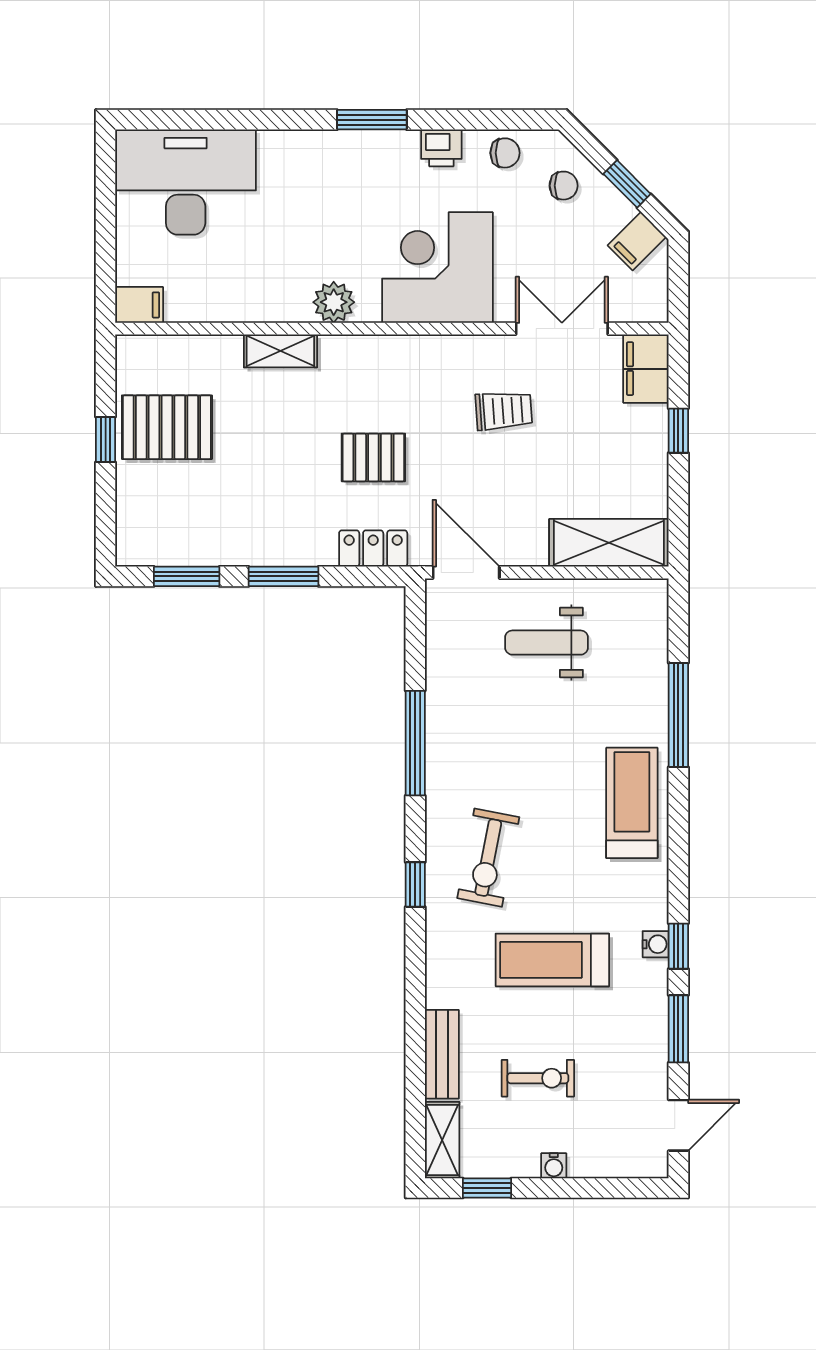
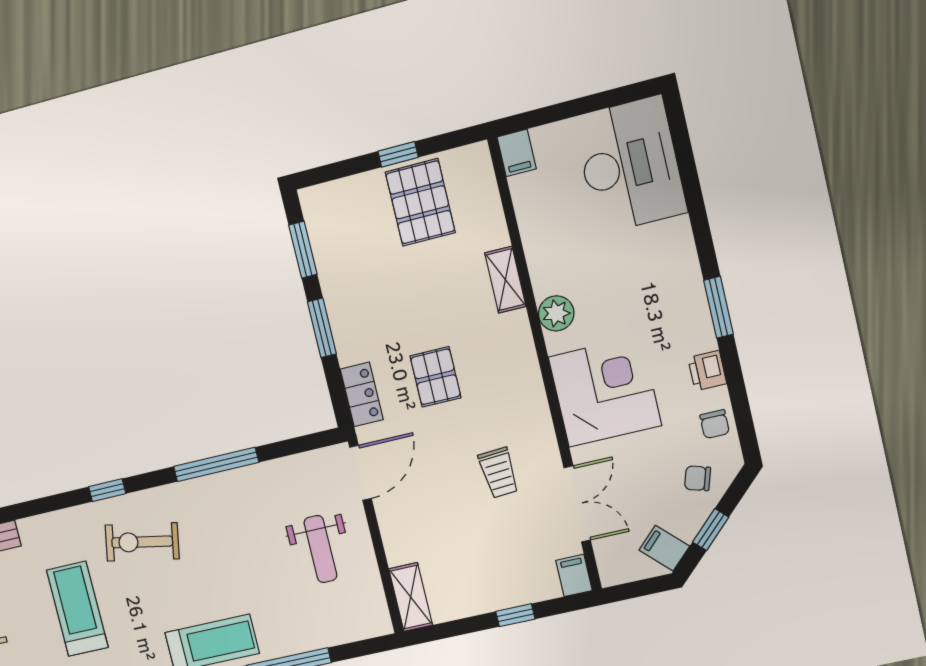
chair: (564, 186) -> (698, 478), turned 107
filing cabinet: (646, 369) -> (574, 575), width x0.50
shelving: (609, 543) -> (411, 597), width x0.67, depth x0.75
weight bench: (547, 643) -> (320, 549), turned 180

